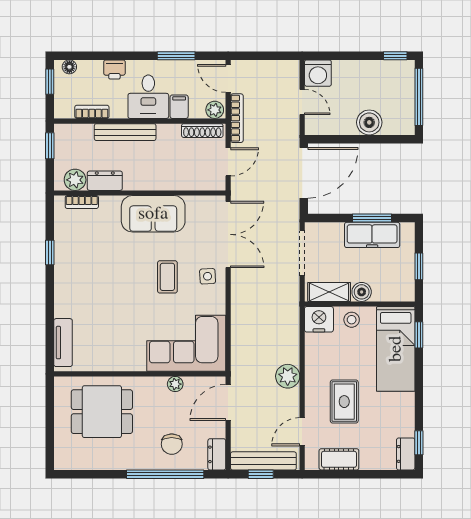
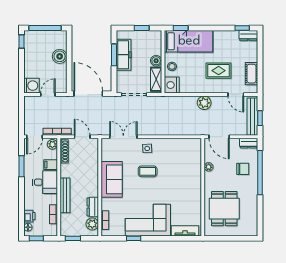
printer: (114, 70) -> (29, 216), moved
double door: (228, 234) -> (123, 137), width x0.73
corner sofa: (186, 343) -> (148, 220), moved, turned 90

